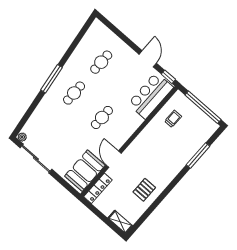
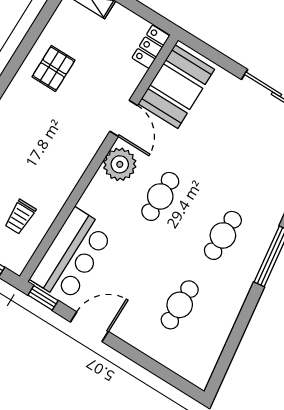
door: (148, 59) -> (89, 327), swing flipped
plant: (119, 137) -> (120, 164), added
locker: (98, 188) -> (151, 47), width x0.66

